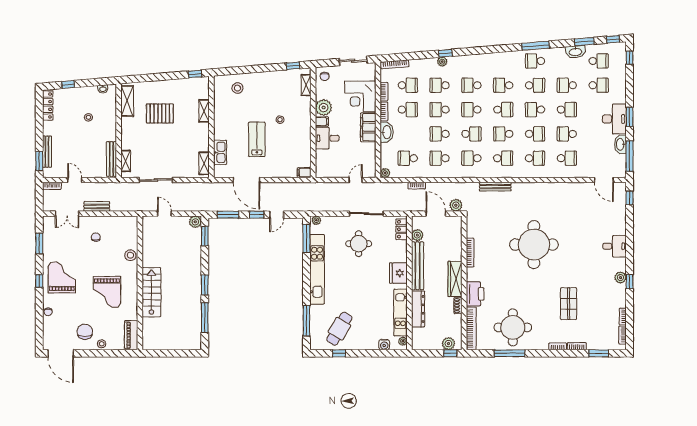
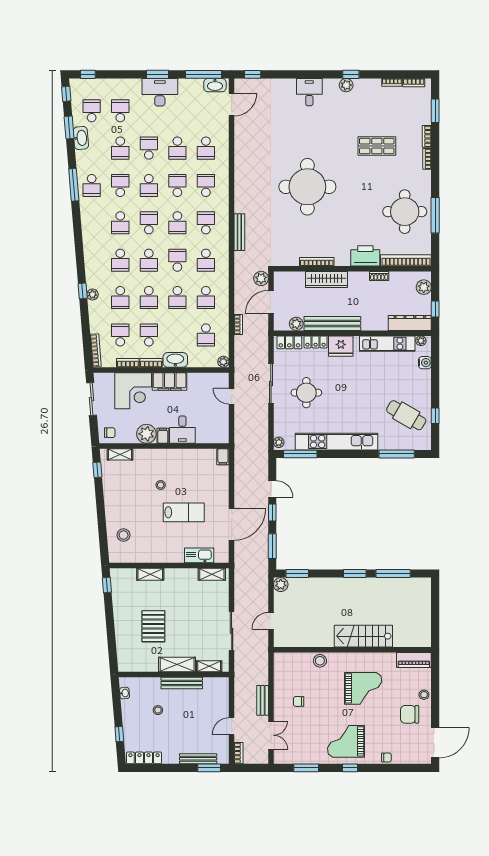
shelving: (127, 101) -> (177, 665), moved
lab bench: (257, 139) -> (184, 512), turned 180
washbasin: (620, 144) -> (215, 85), moved
school desk: (567, 158) -> (206, 148), turned 180
bench: (111, 159) -> (182, 683), moved
locker: (402, 251) -> (316, 342), added
wardrobe: (455, 279) -> (327, 279), moved
dresser: (418, 309) -> (410, 323), moved
window: (450, 353) -> (435, 309), moved

